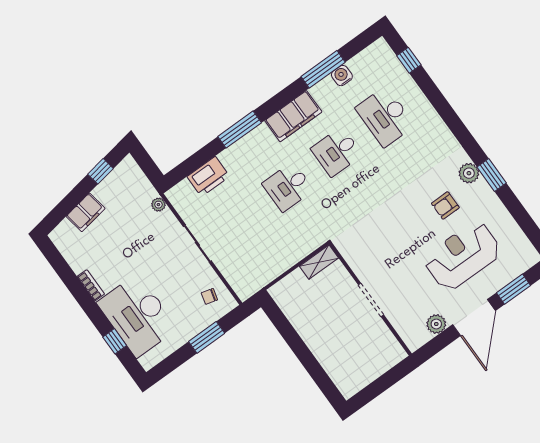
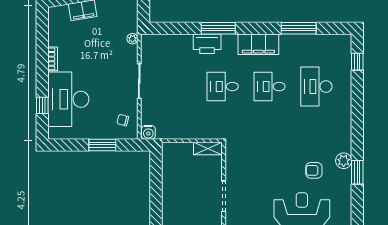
water cooler: (342, 76) -> (148, 132), moved, turned 180
printer: (208, 177) -> (207, 44), moved

